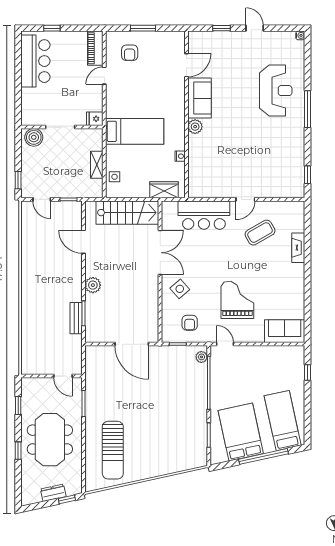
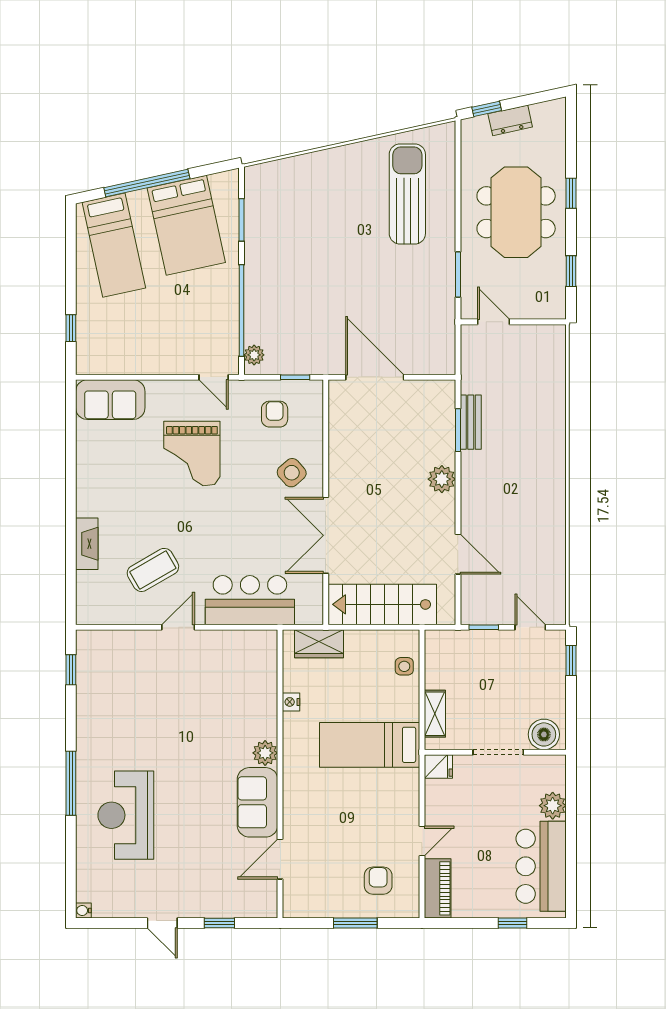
plant: (29, 96) -> (553, 806), added
shelving: (97, 165) -> (435, 714), moved

